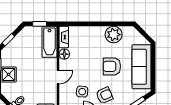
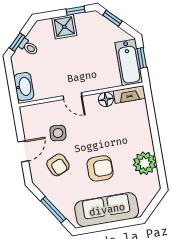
bathtub: (49, 42) -> (129, 62), moved, turned -90
armchair: (112, 66) -> (100, 168), turned 90

